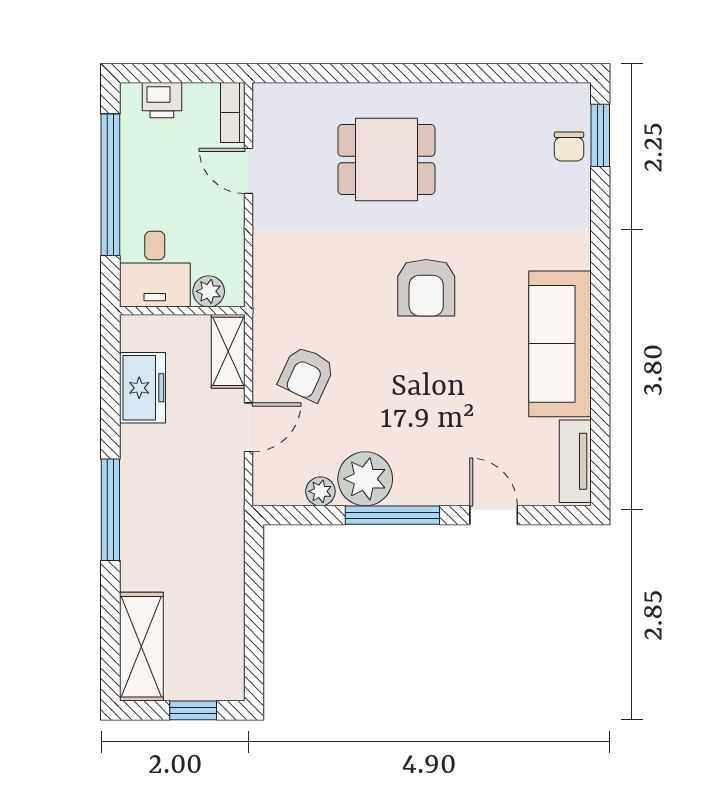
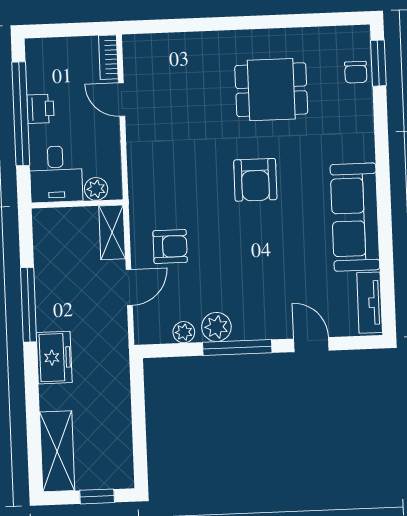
printer: (162, 100) -> (40, 109), moved, turned -90
dining table: (386, 159) -> (271, 90), moved
armchair: (306, 374) -> (170, 246), turned -115
freezer: (142, 388) -> (54, 358), moved
plant: (365, 479) -> (216, 327), width x0.73, depth x0.73
window: (110, 510) -> (29, 305), moved

